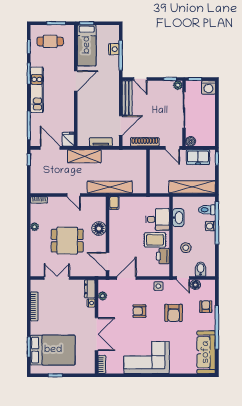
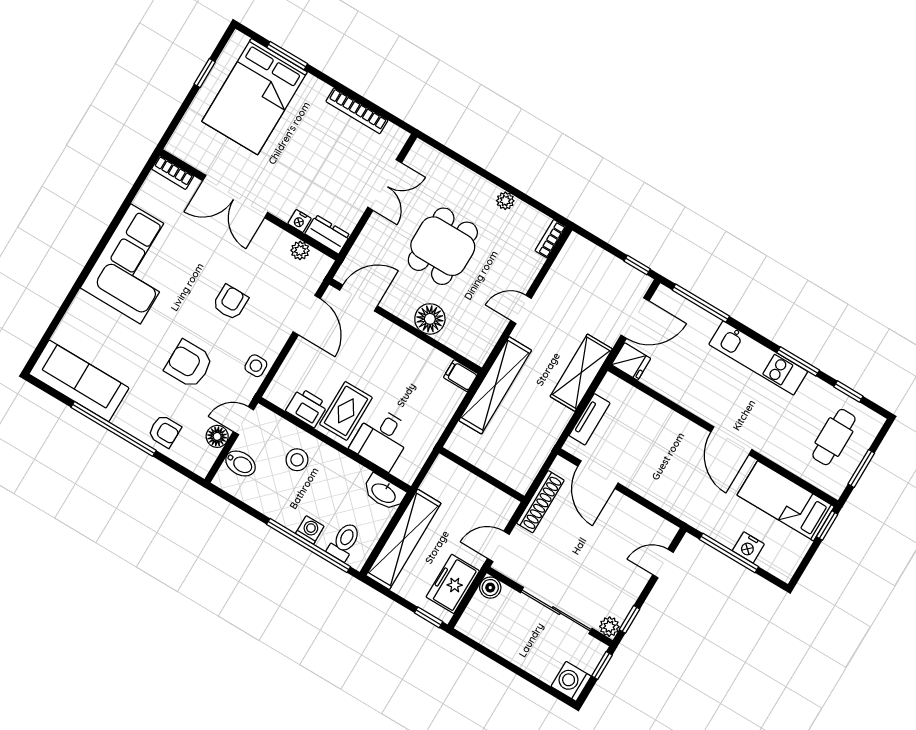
bench: (127, 98) -> (642, 518), removed
washbasin: (178, 218) -> (384, 493), moved

